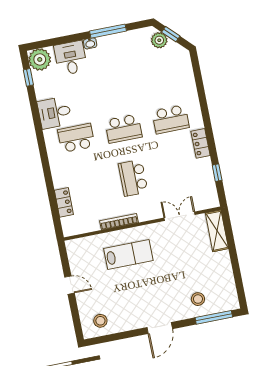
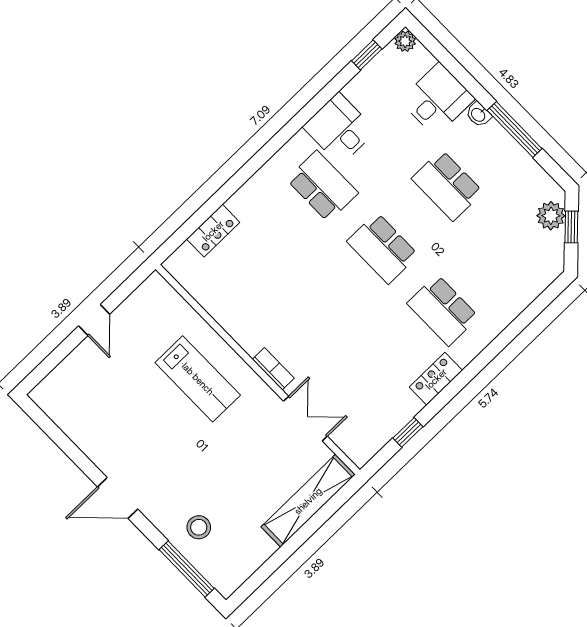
plant: (40, 59) -> (405, 41), width x0.53, depth x0.53
school desk: (133, 178) -> (447, 185), moved, turned -90
bookcase: (119, 222) -> (273, 369), moved, width x0.64
shelving: (217, 231) -> (308, 501), width x1.47
stool: (100, 321) -> (71, 402), removed

